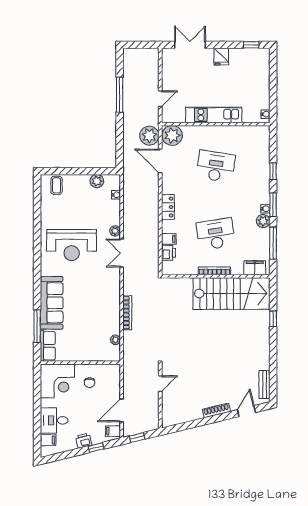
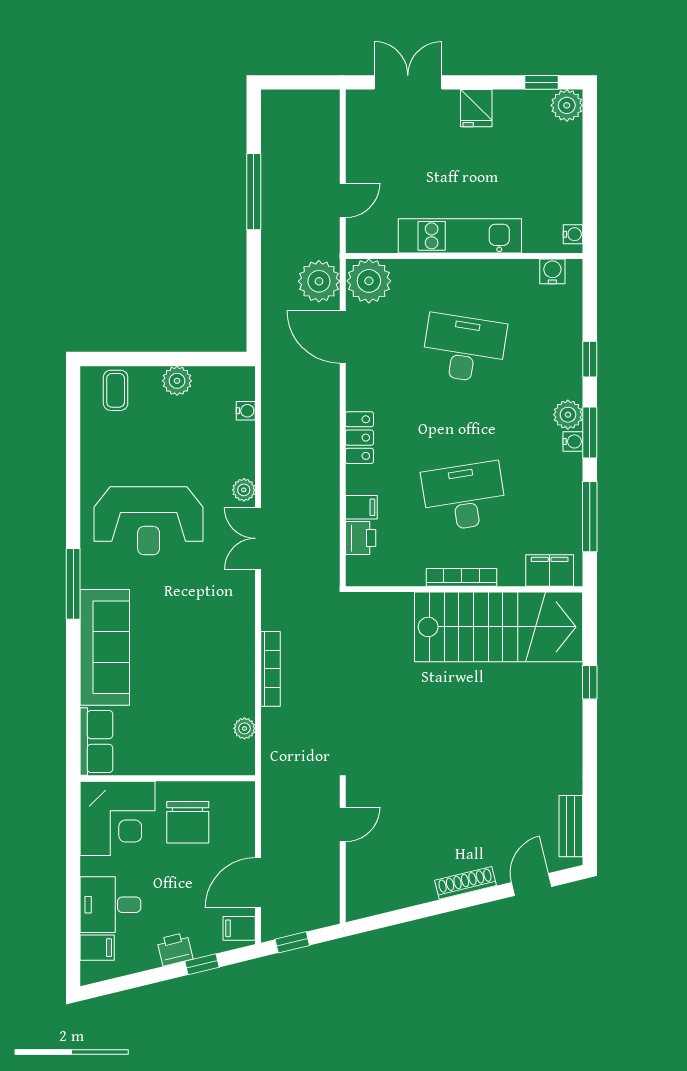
plant: (263, 55) -> (567, 105), added
water cooler: (256, 131) -> (552, 271), added
plant: (97, 181) -> (177, 381), moved
plant: (263, 221) -> (568, 415), moved
window: (37, 326) -> (73, 584), moved
chair: (90, 383) -> (188, 822), width x1.87, depth x1.87

